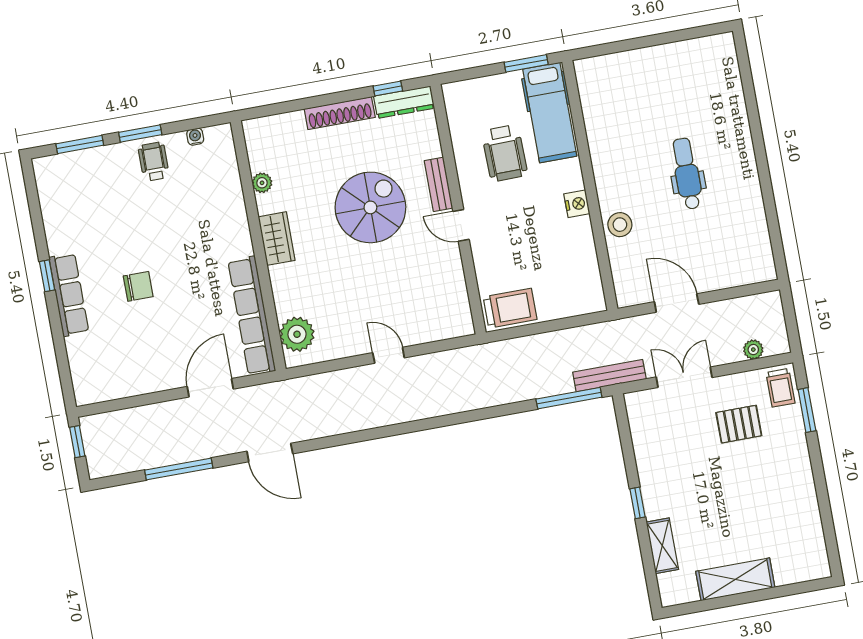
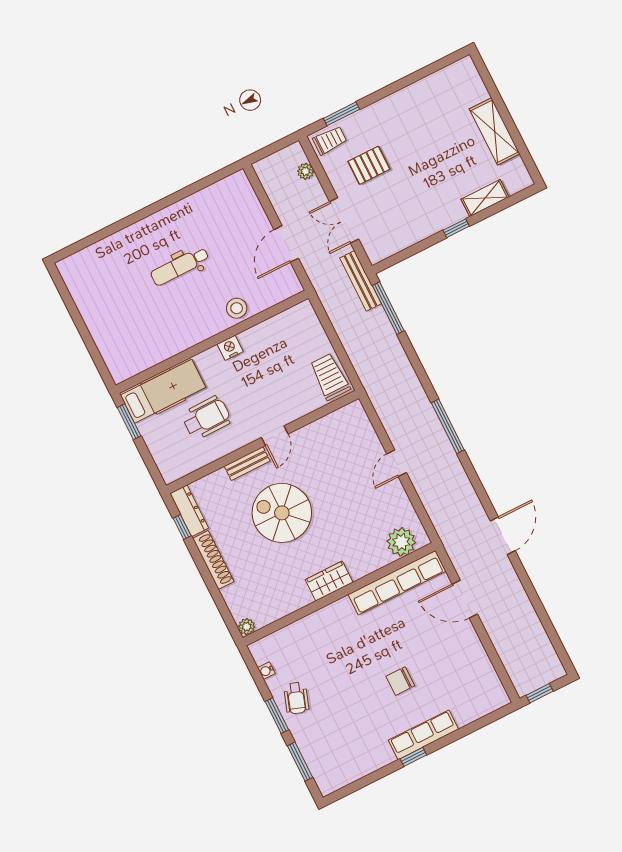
wheelchair: (154, 162) -> (296, 698), turned -71
plant: (262, 183) -> (247, 627), moved
chair: (138, 286) -> (400, 681), turned -90
pallet: (739, 424) -> (369, 165), turned 90
window: (179, 469) -> (448, 426), moved

